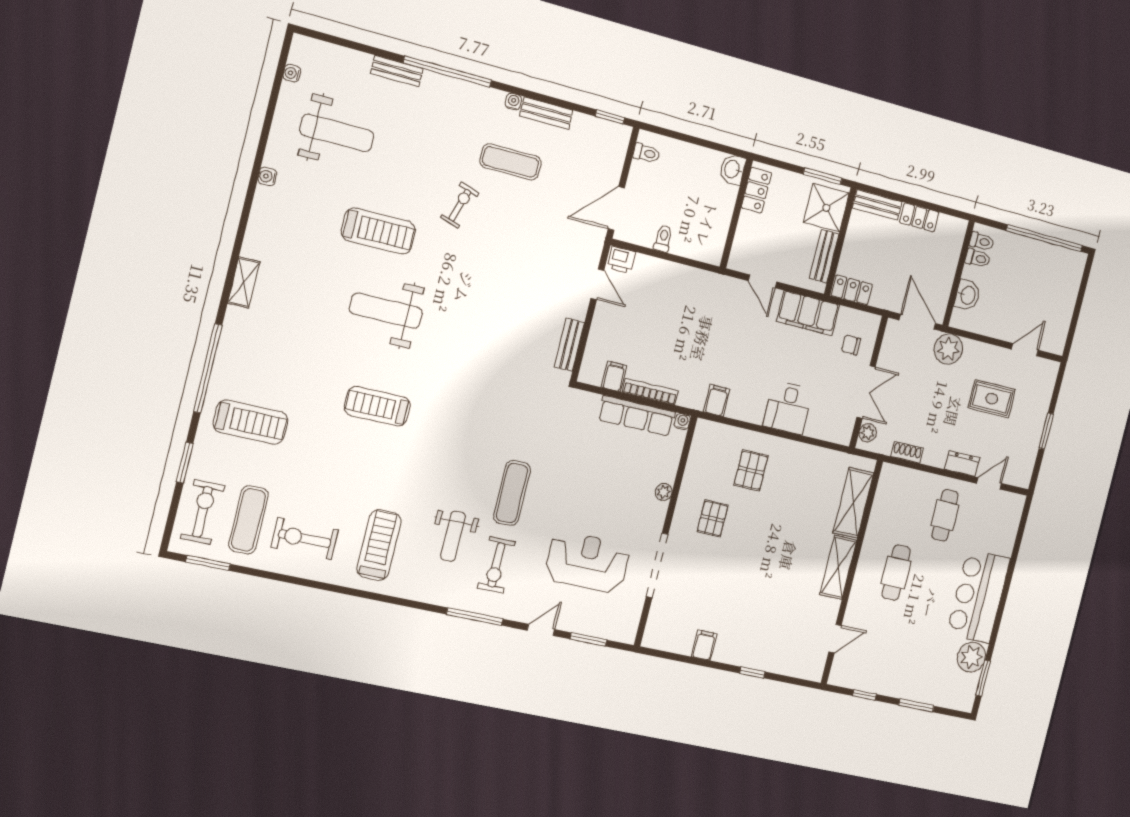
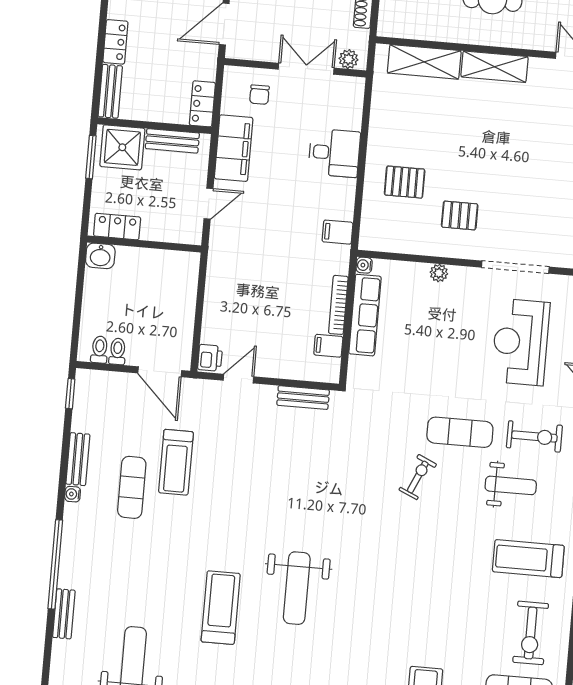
exercise bike: (460, 205) -> (418, 477), moved, turned 97
toilet: (663, 239) -> (117, 351), moved, turned 90
treadmill: (377, 406) -> (176, 462), moved

